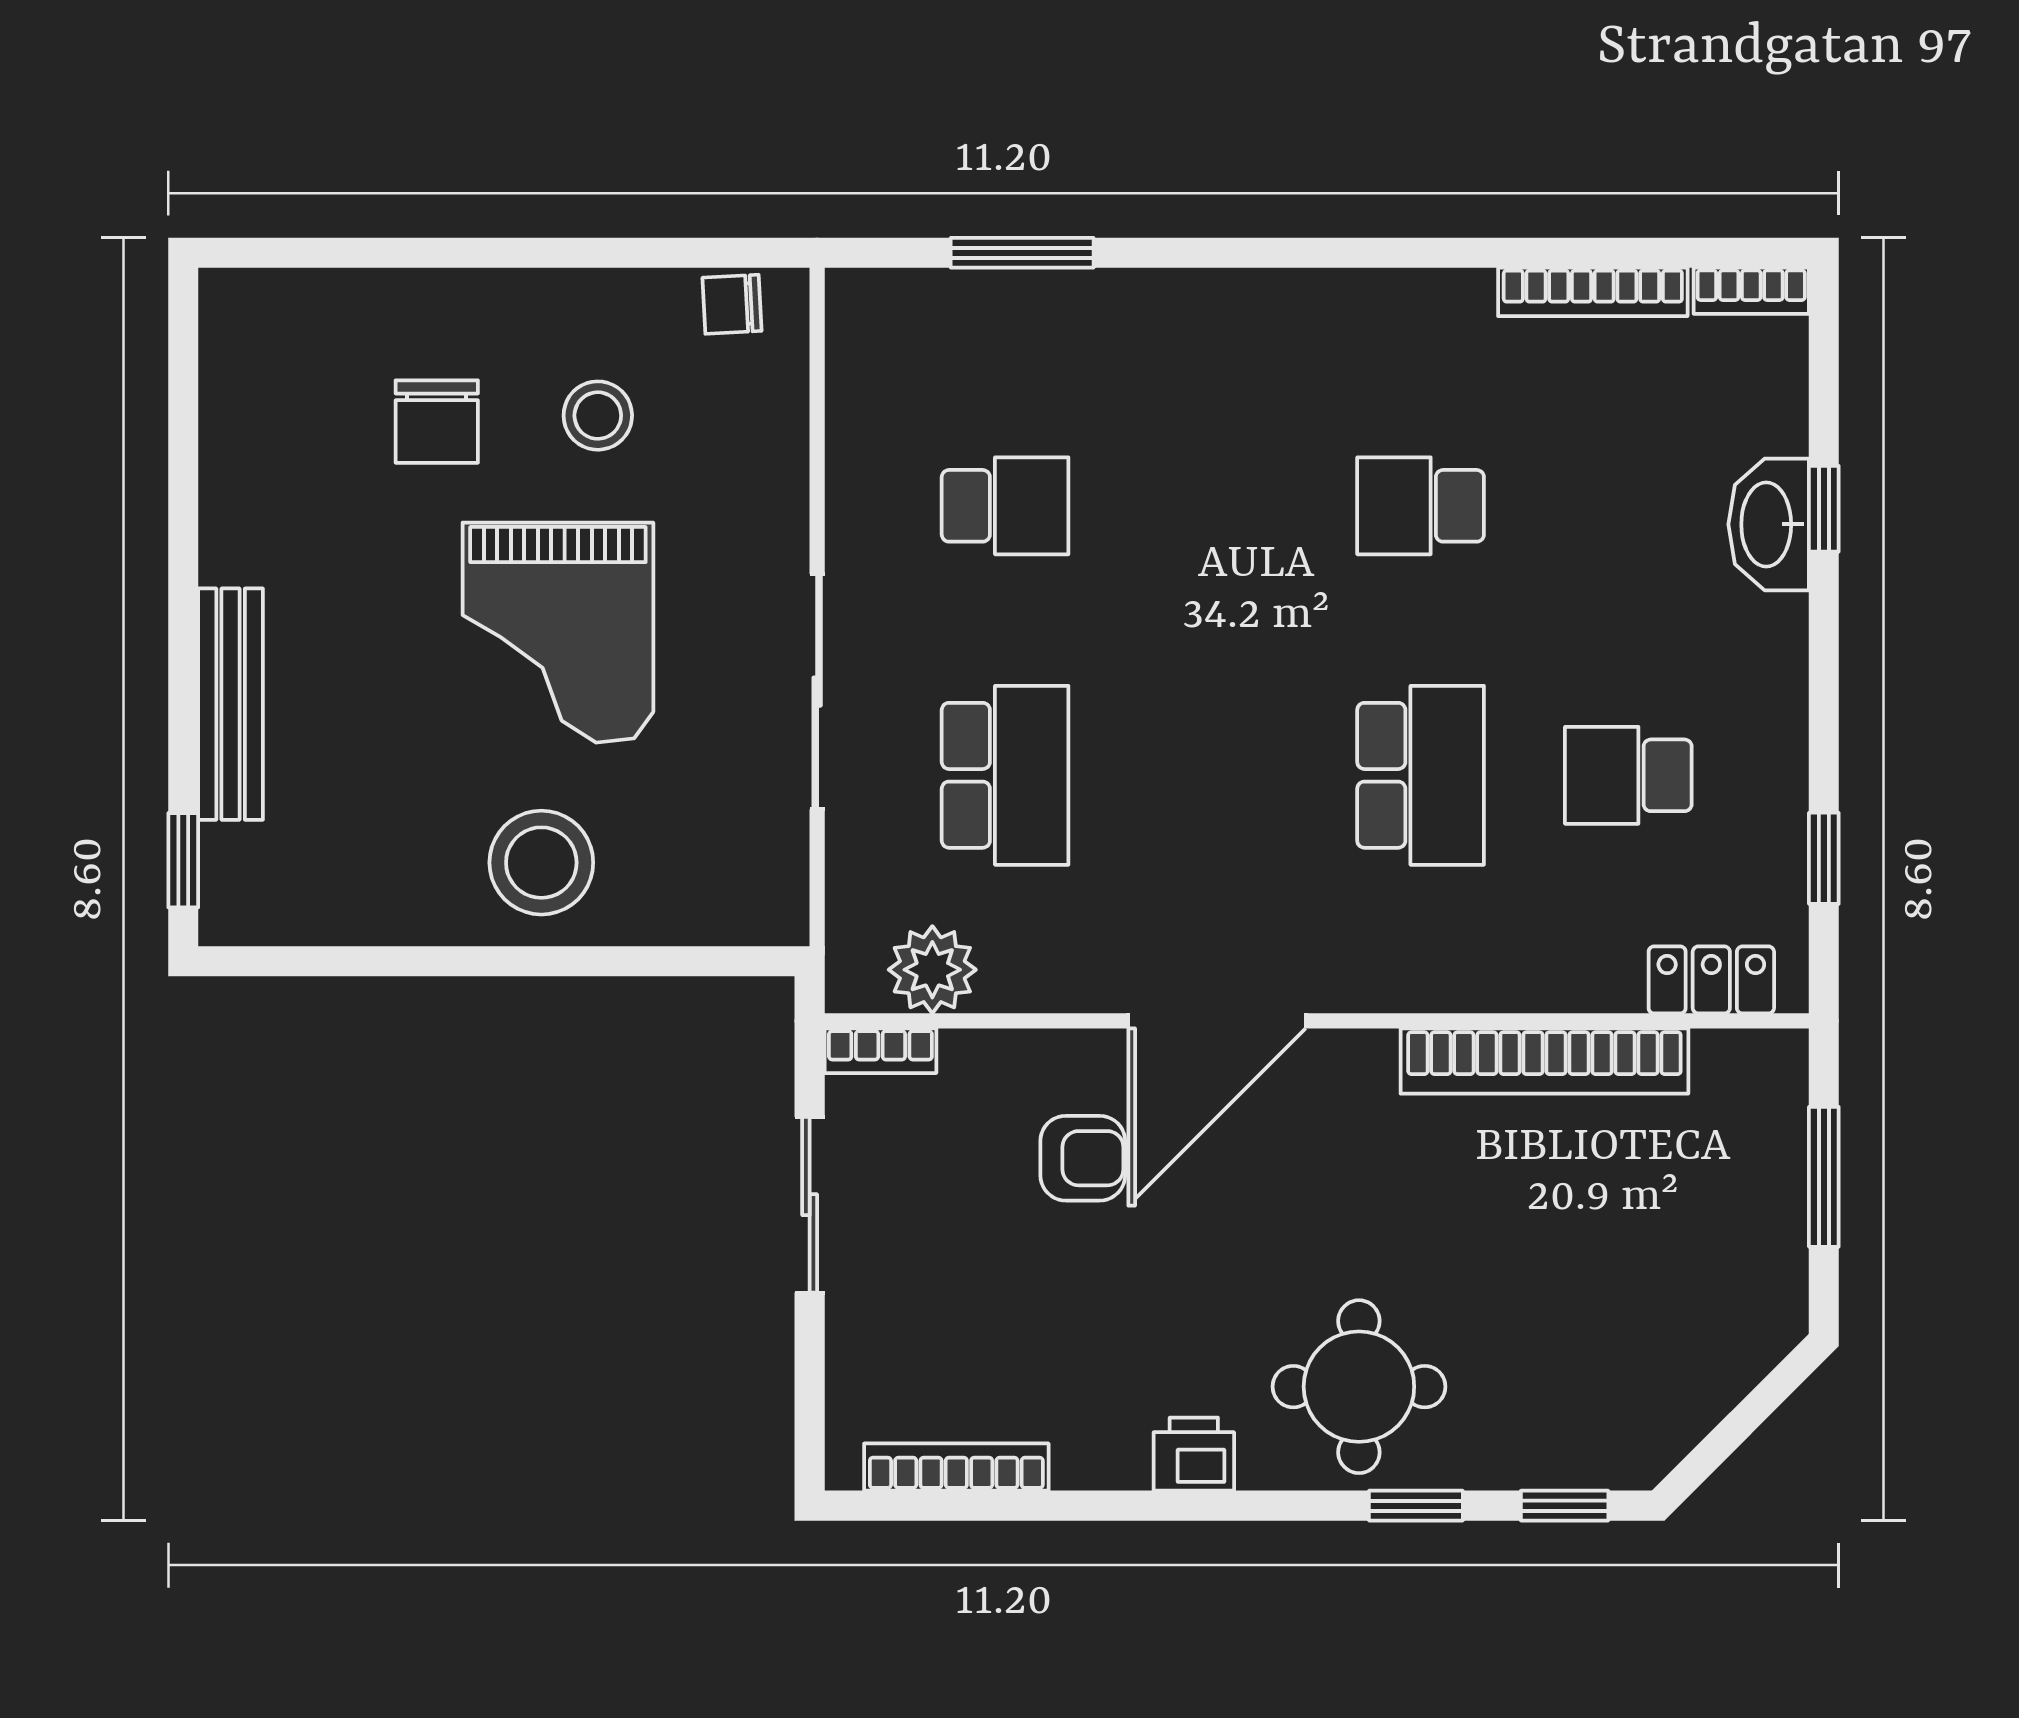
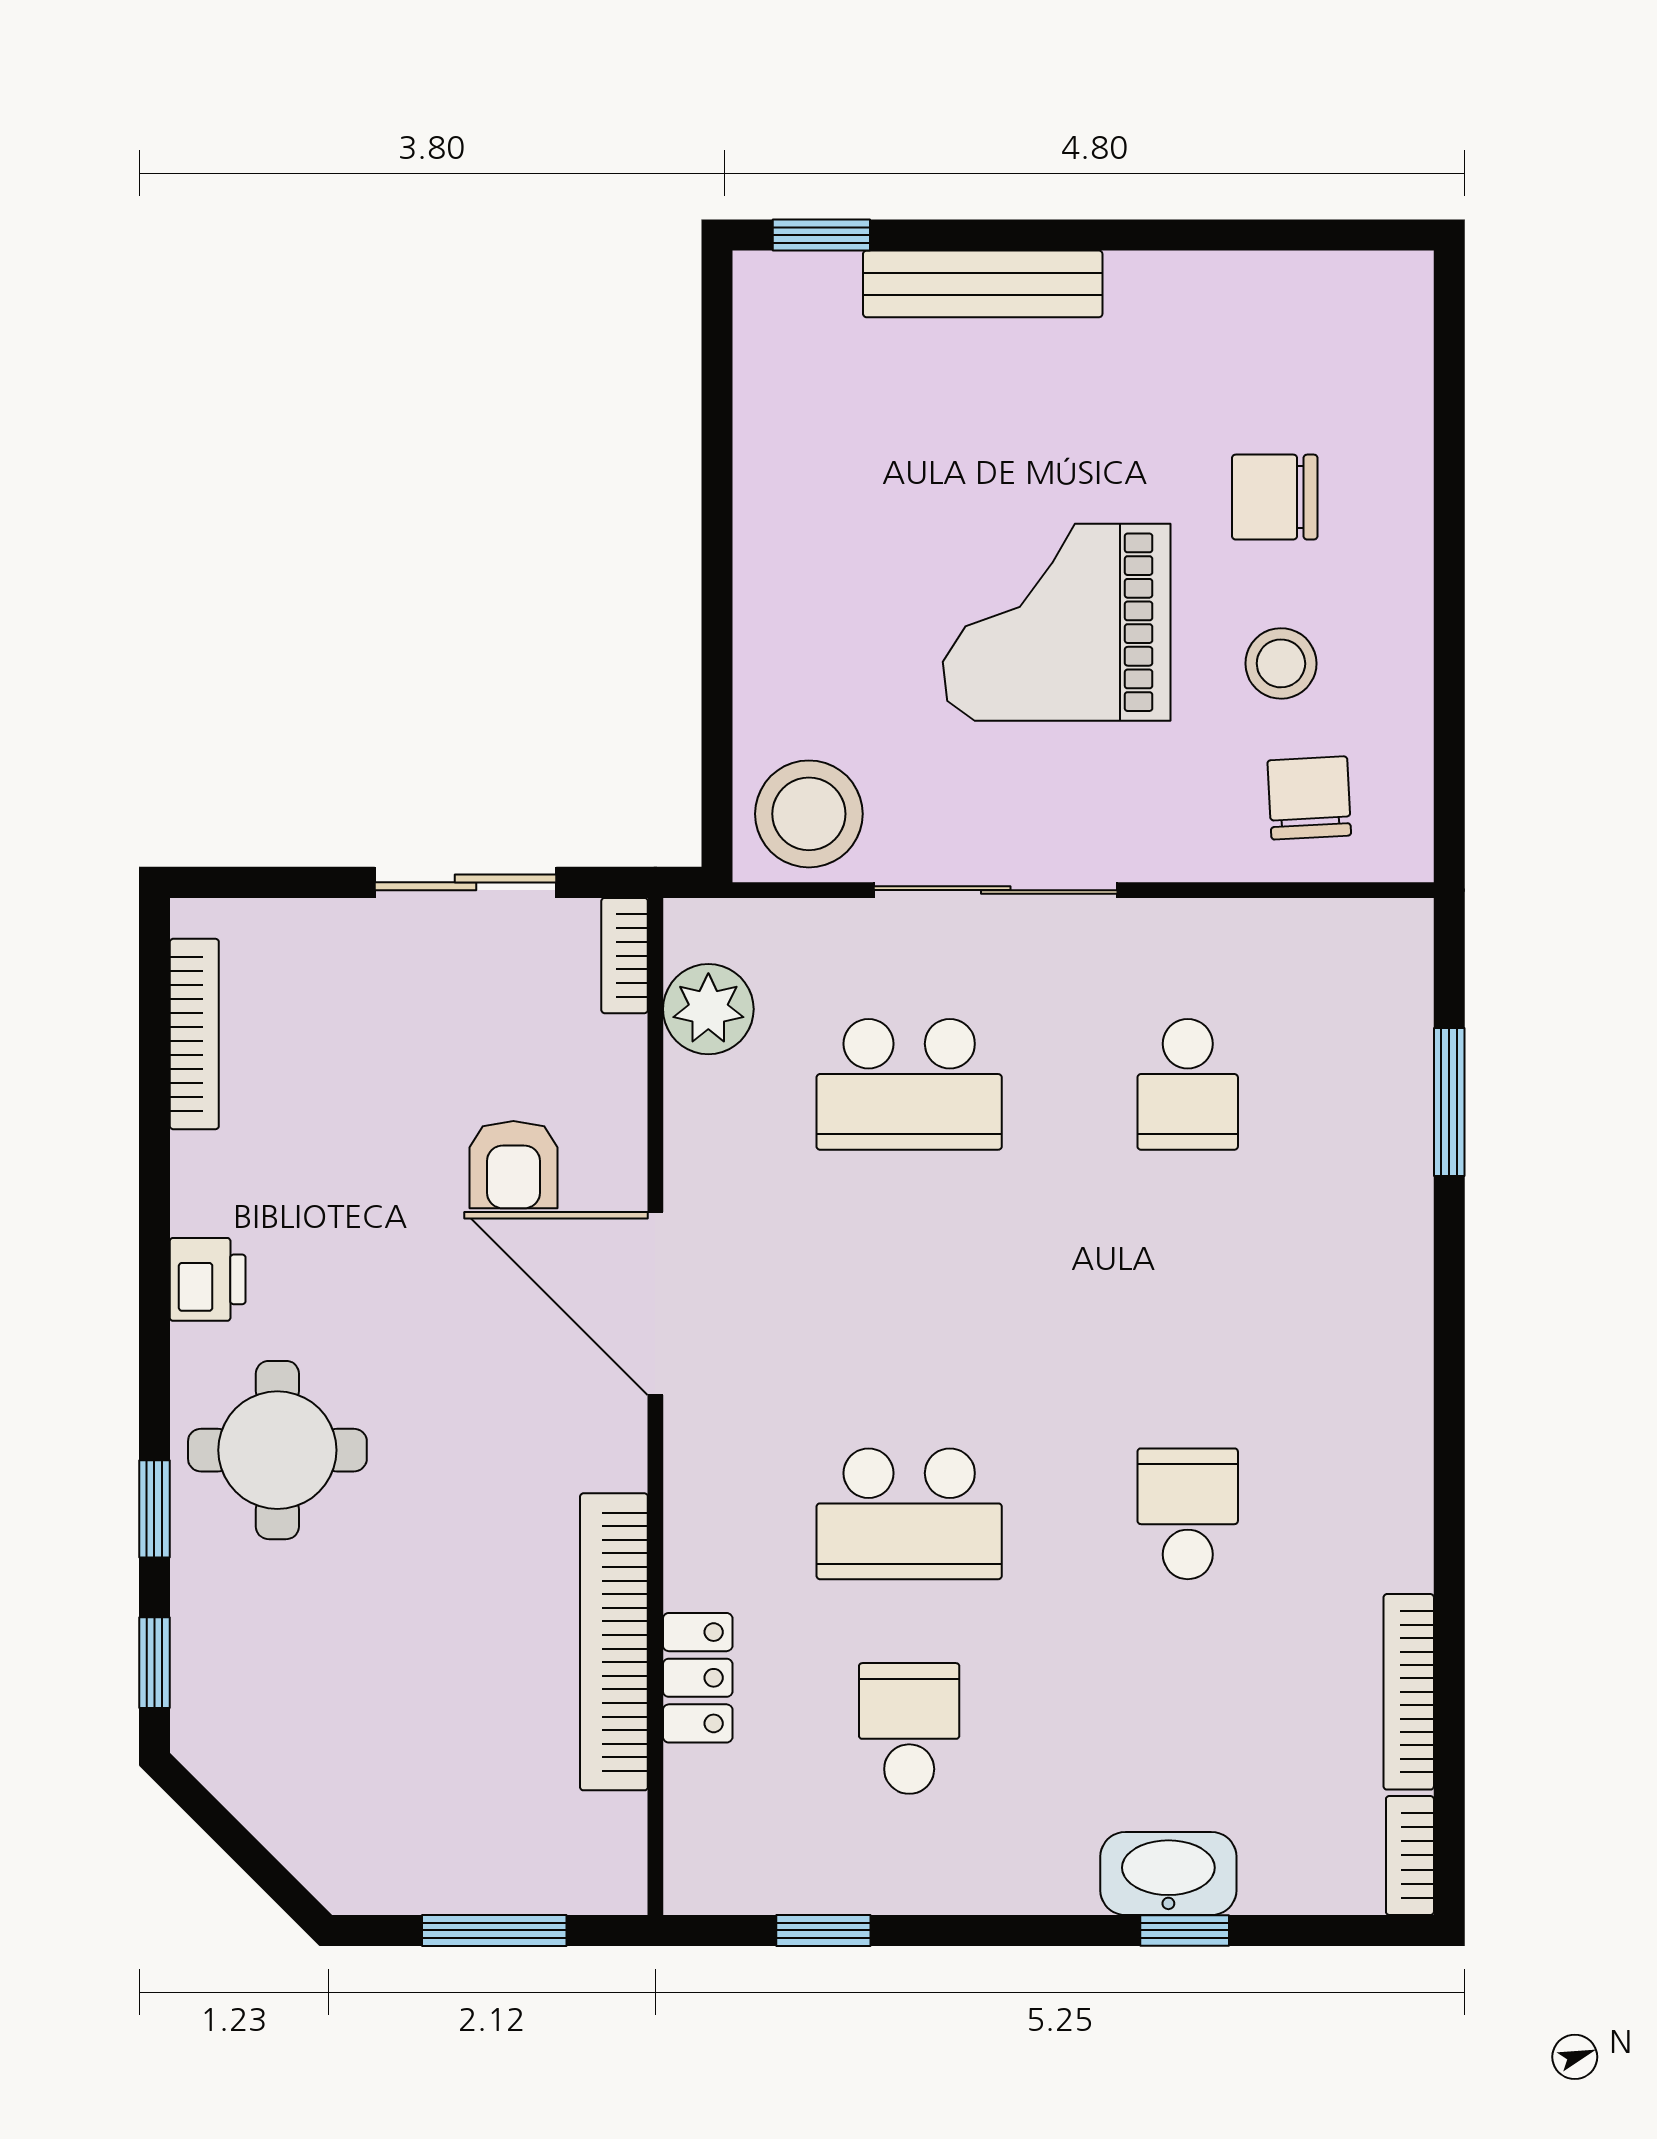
chair: (732, 304) -> (1309, 798), moved, width x1.37, depth x1.37
stool: (541, 863) -> (809, 814), moved
locker: (1711, 980) -> (698, 1678), moved

